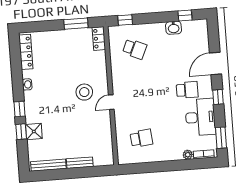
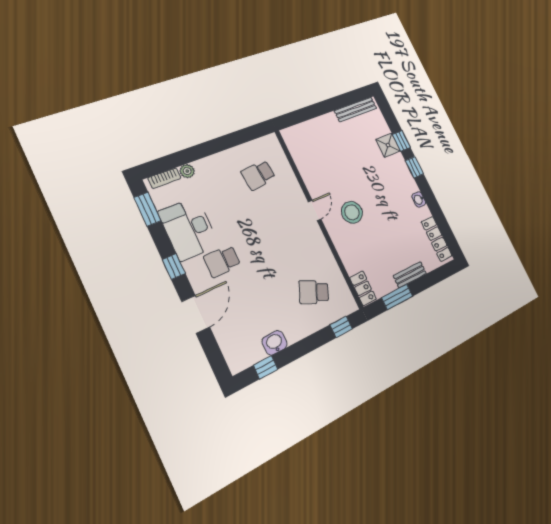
bench: (80, 163) -> (410, 275), moved

